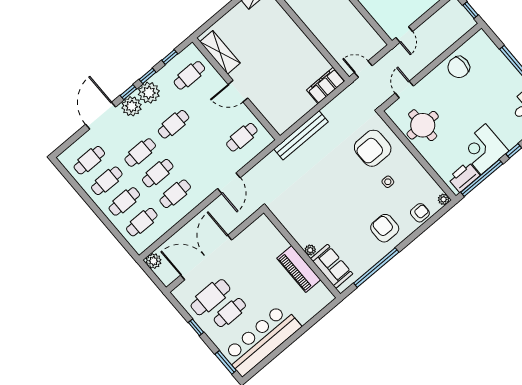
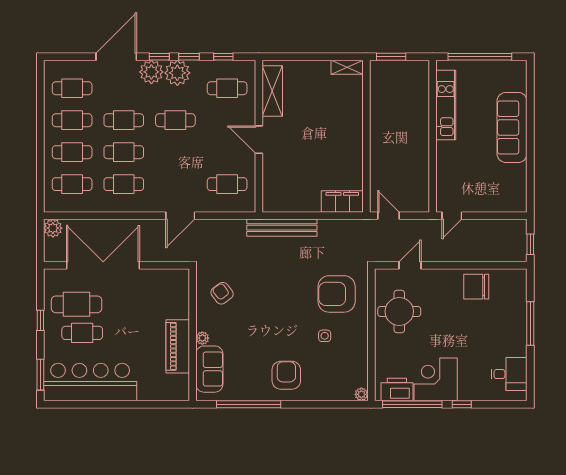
armchair: (420, 213) -> (222, 293), moved, turned -127

